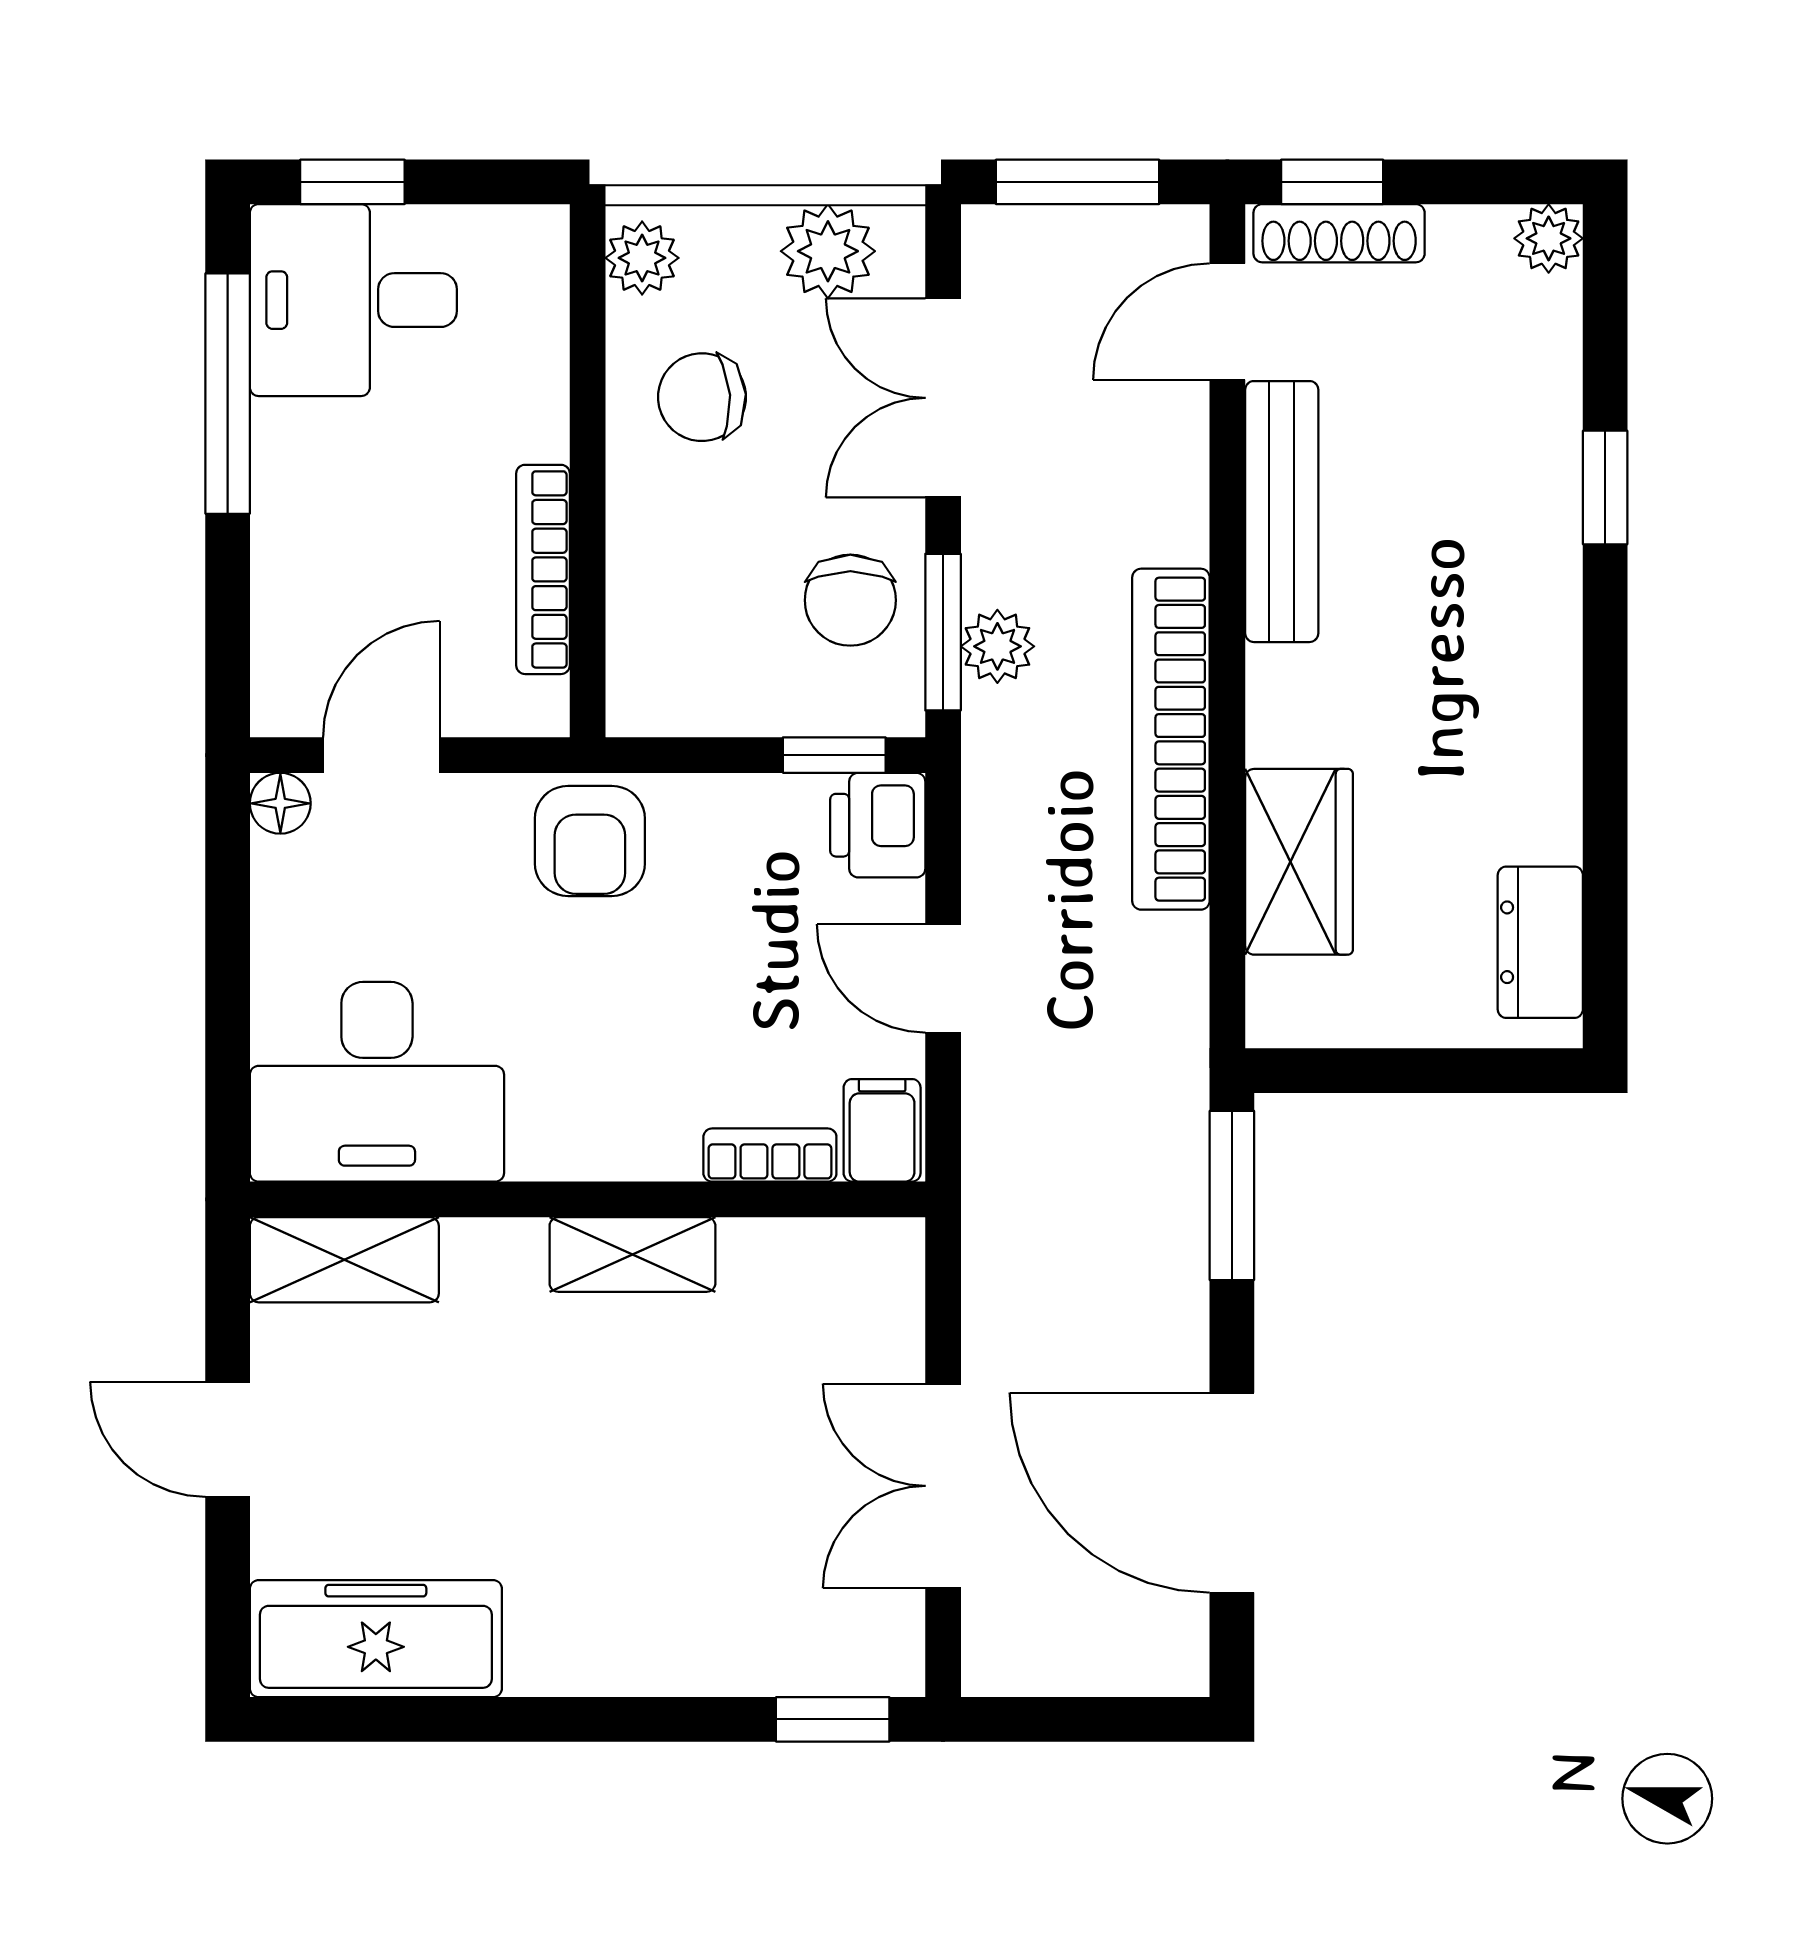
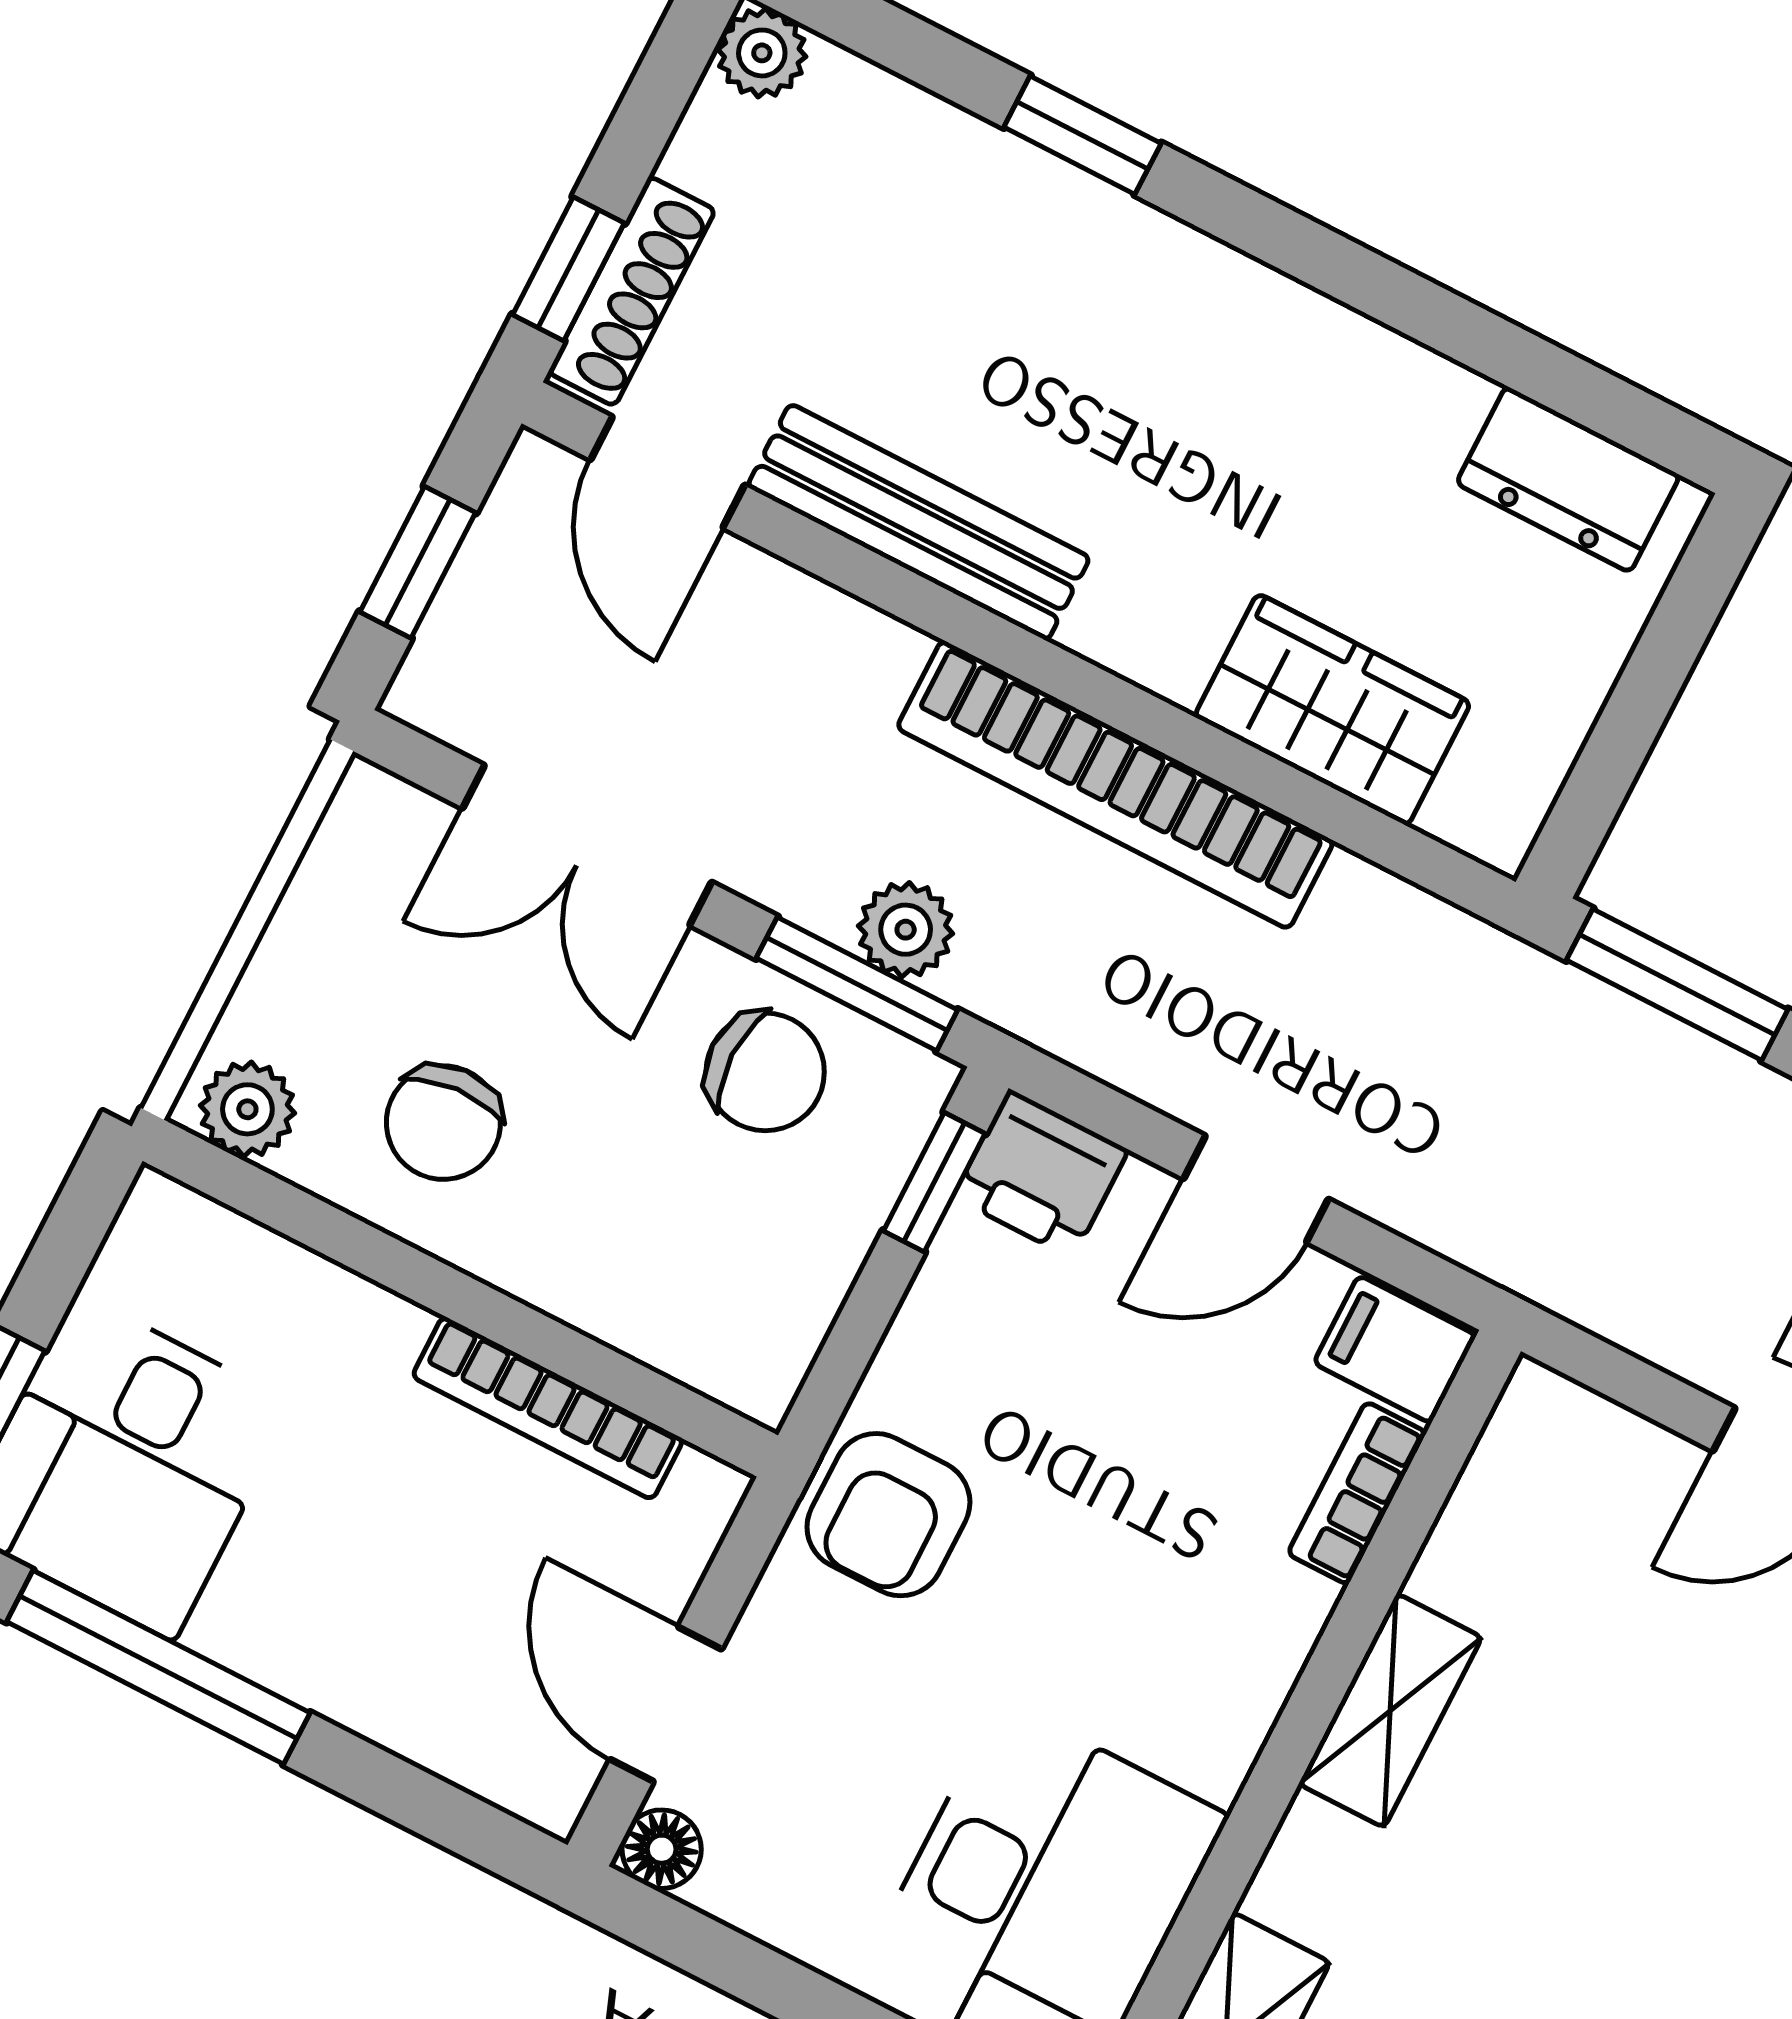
window: (1078, 182) -> (418, 562), width x0.67
plant: (828, 251) -> (350, 891), removed
armchair: (590, 841) -> (888, 1515), turned 90

